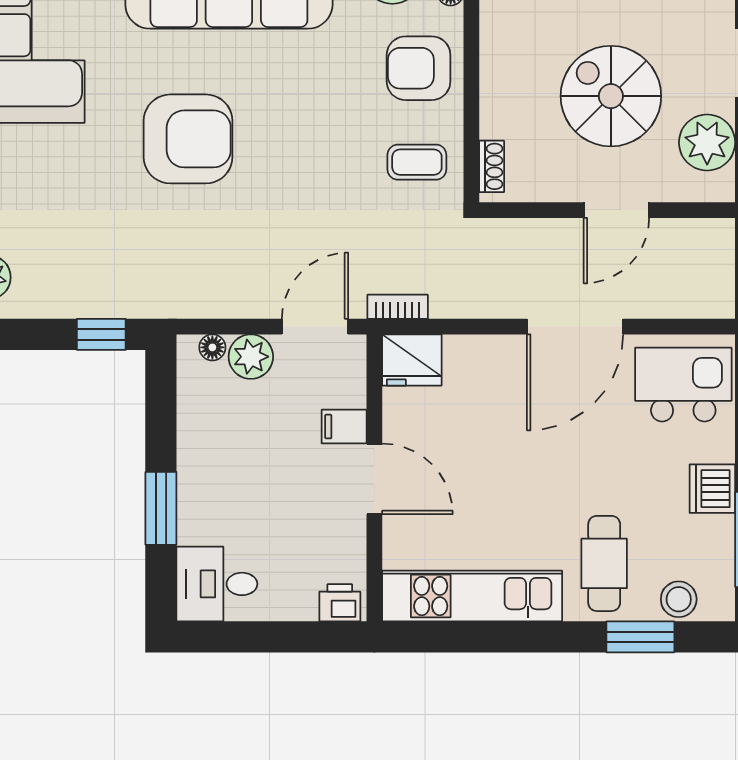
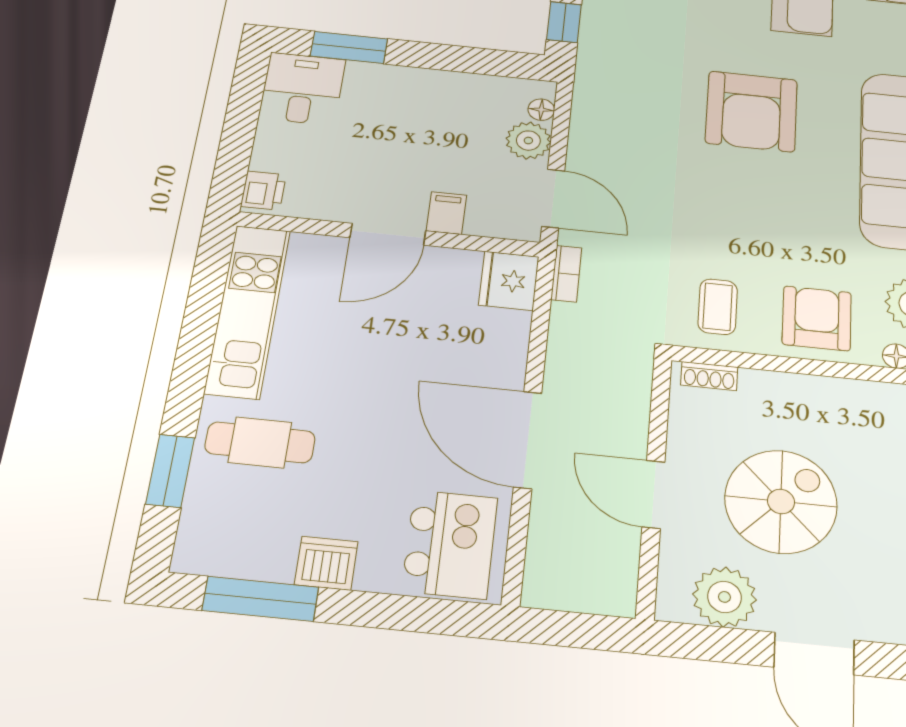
window: (161, 508) -> (349, 47), moved
stool: (679, 599) -> (205, 515), removed

